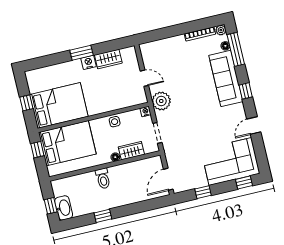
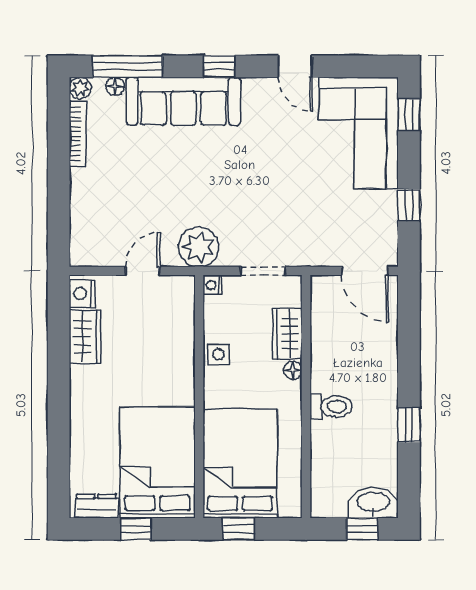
window: (82, 53) -> (59, 389), removed
nightstand: (89, 62) -> (82, 294), moved
dresser: (32, 82) -> (96, 506), added

